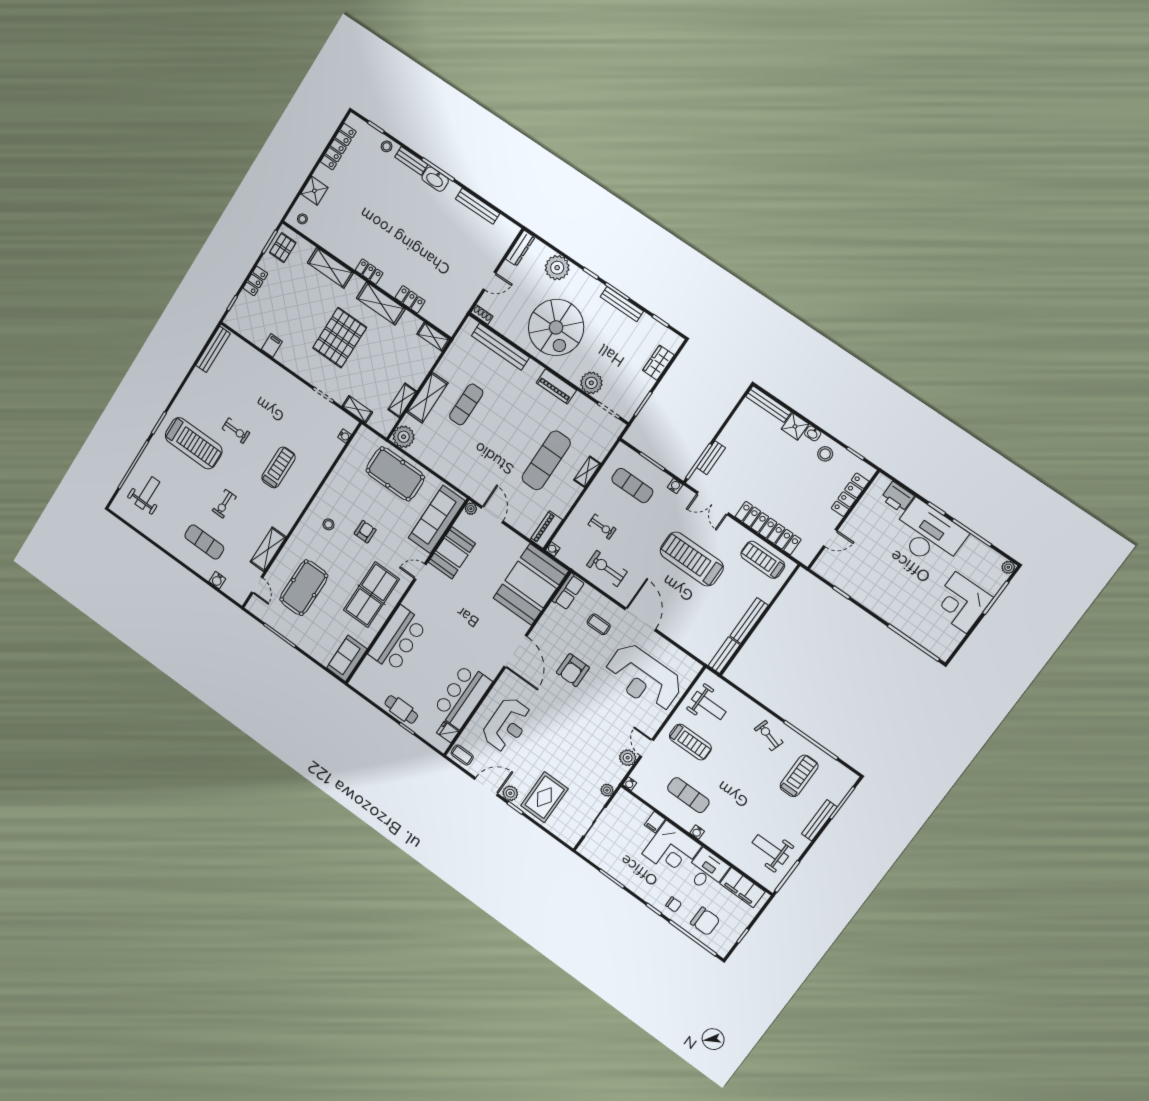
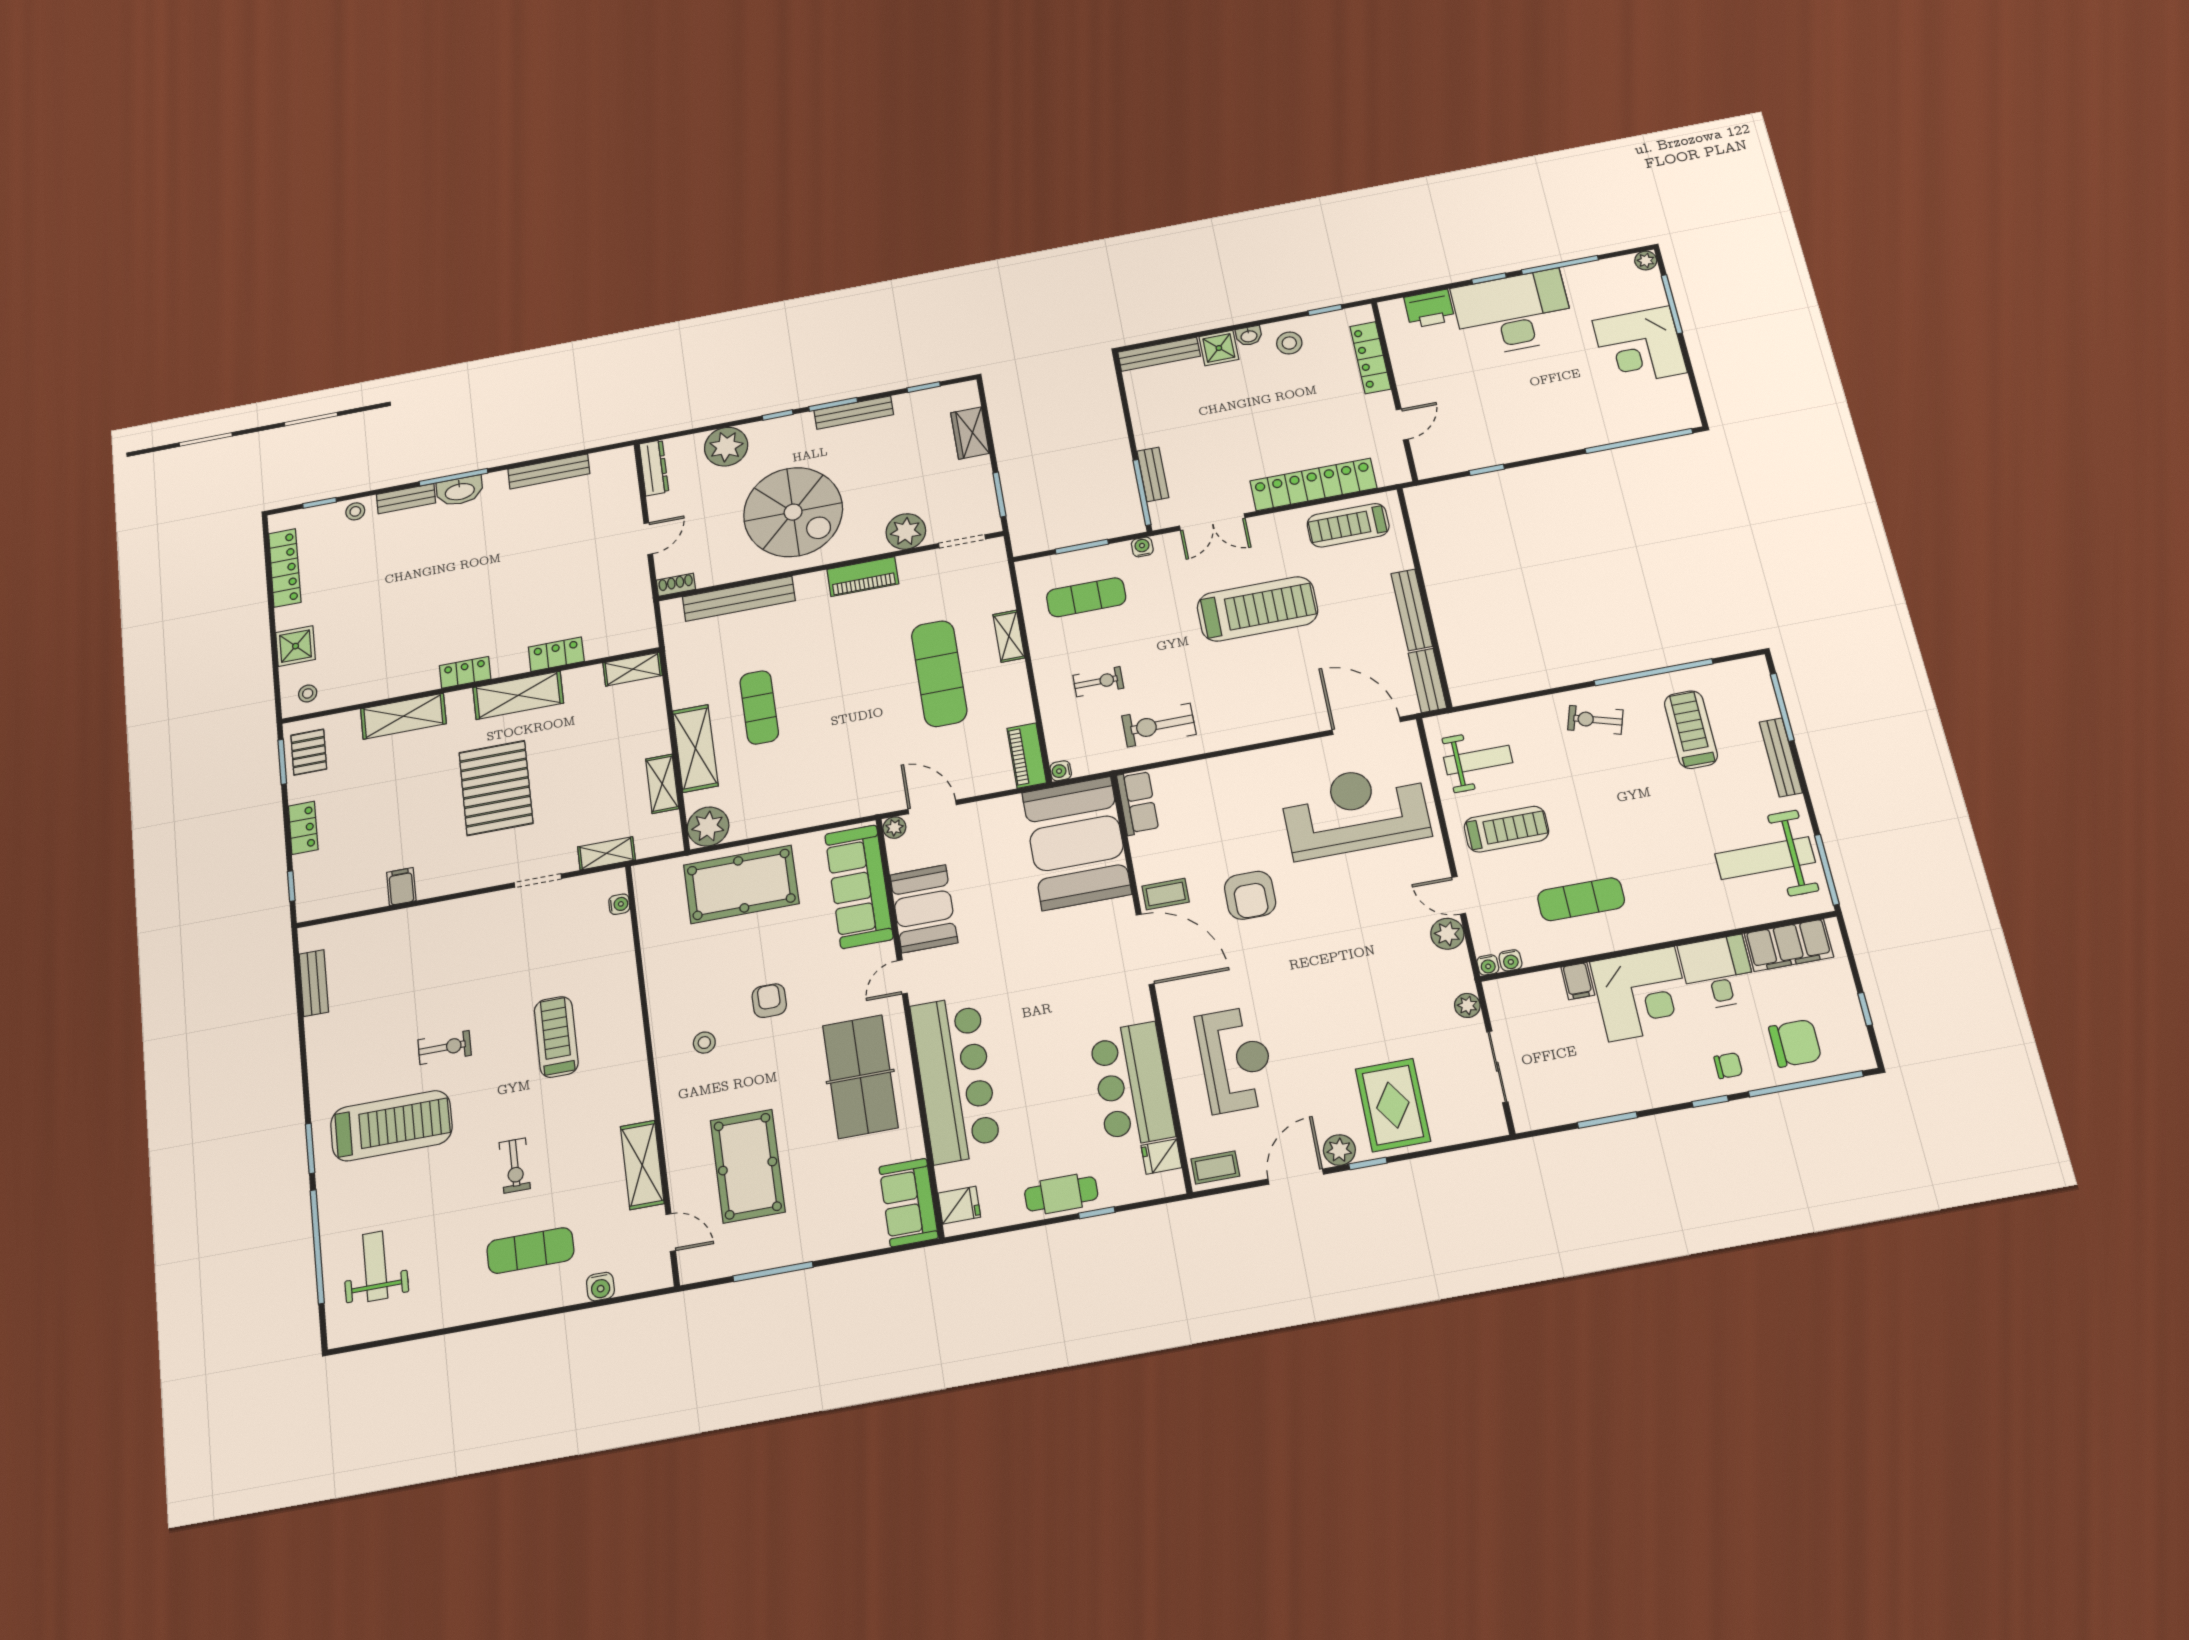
bench: (213, 349) -> (314, 983), width x0.73
treadmill: (692, 559) -> (1257, 609), turned 180
door: (640, 619) -> (1366, 726), moved
coffee table: (599, 624) -> (1166, 894), moved
bar counter: (398, 639) -> (955, 1079), width x1.36
fridge: (363, 677) -> (959, 1205), added
reception desk: (644, 678) -> (1355, 811), turned 180
water cooler: (697, 832) -> (1510, 960), moved
weight bench: (770, 849) -> (1765, 858), width x1.36, depth x1.33

